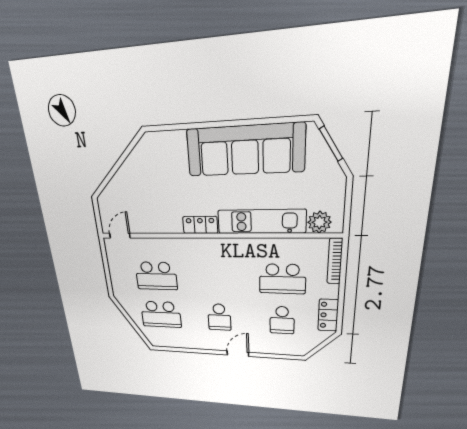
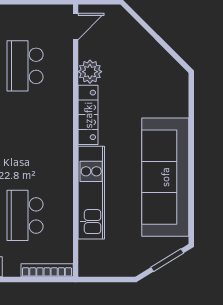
plant: (320, 222) -> (90, 72), moved
locker: (200, 225) -> (88, 115), width x1.53
door: (120, 236) -> (76, 26), hinge flipped

